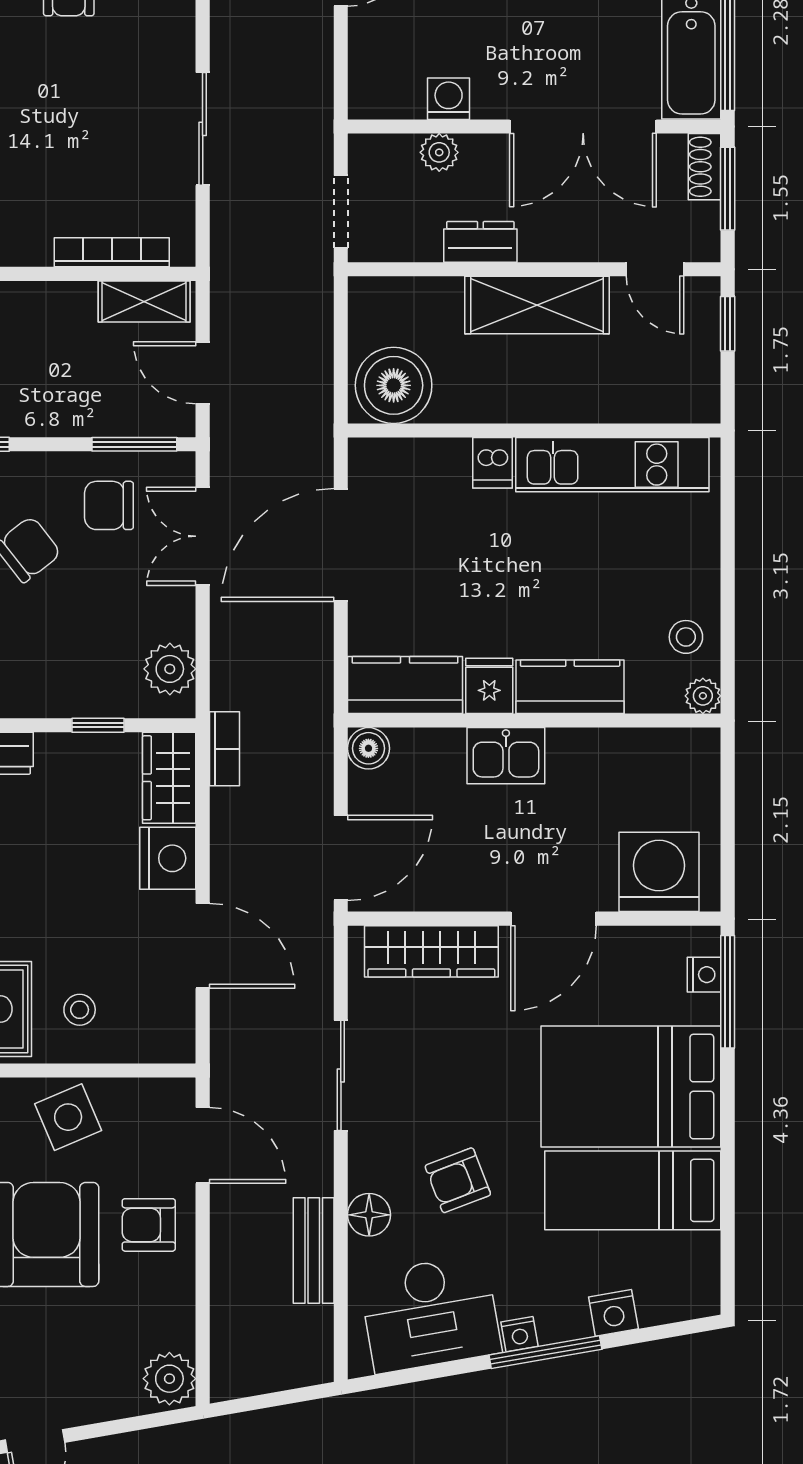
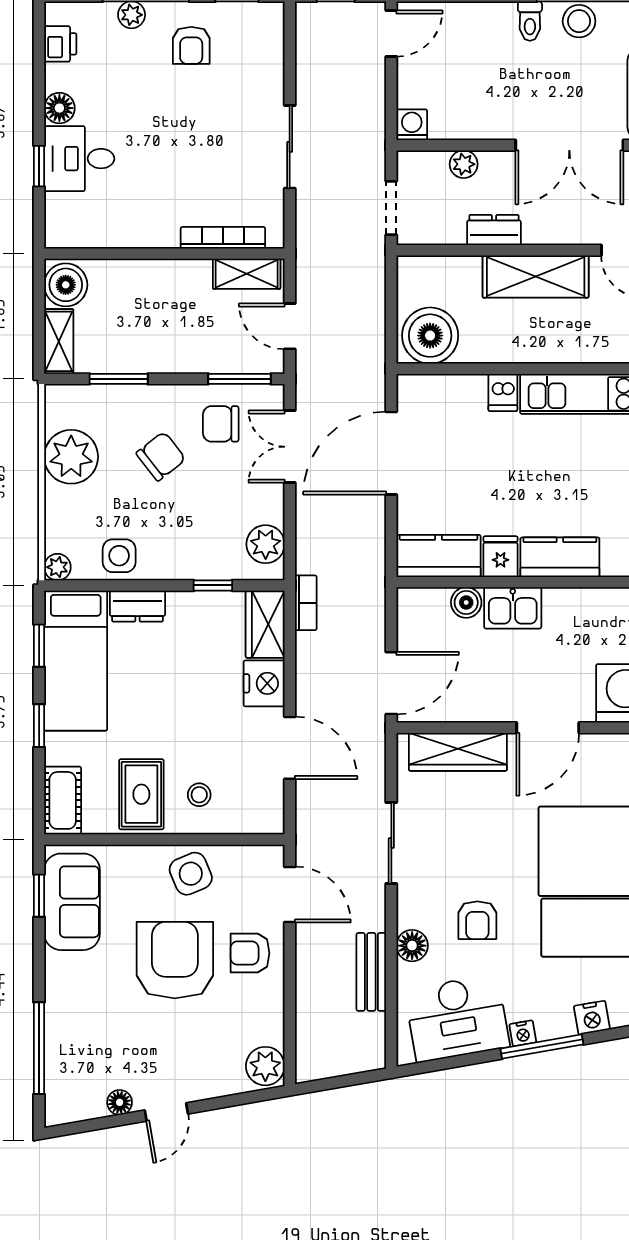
washing machine: (449, 99) -> (412, 125), moved
boiler: (368, 748) -> (466, 602), moved
armchair: (458, 1180) -> (477, 920), turned -69

